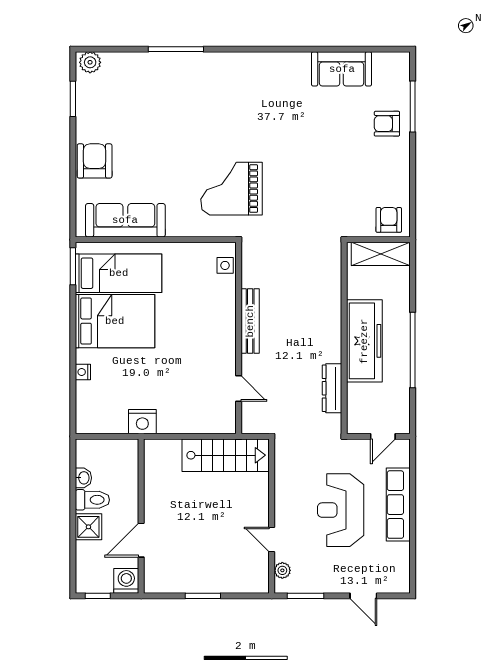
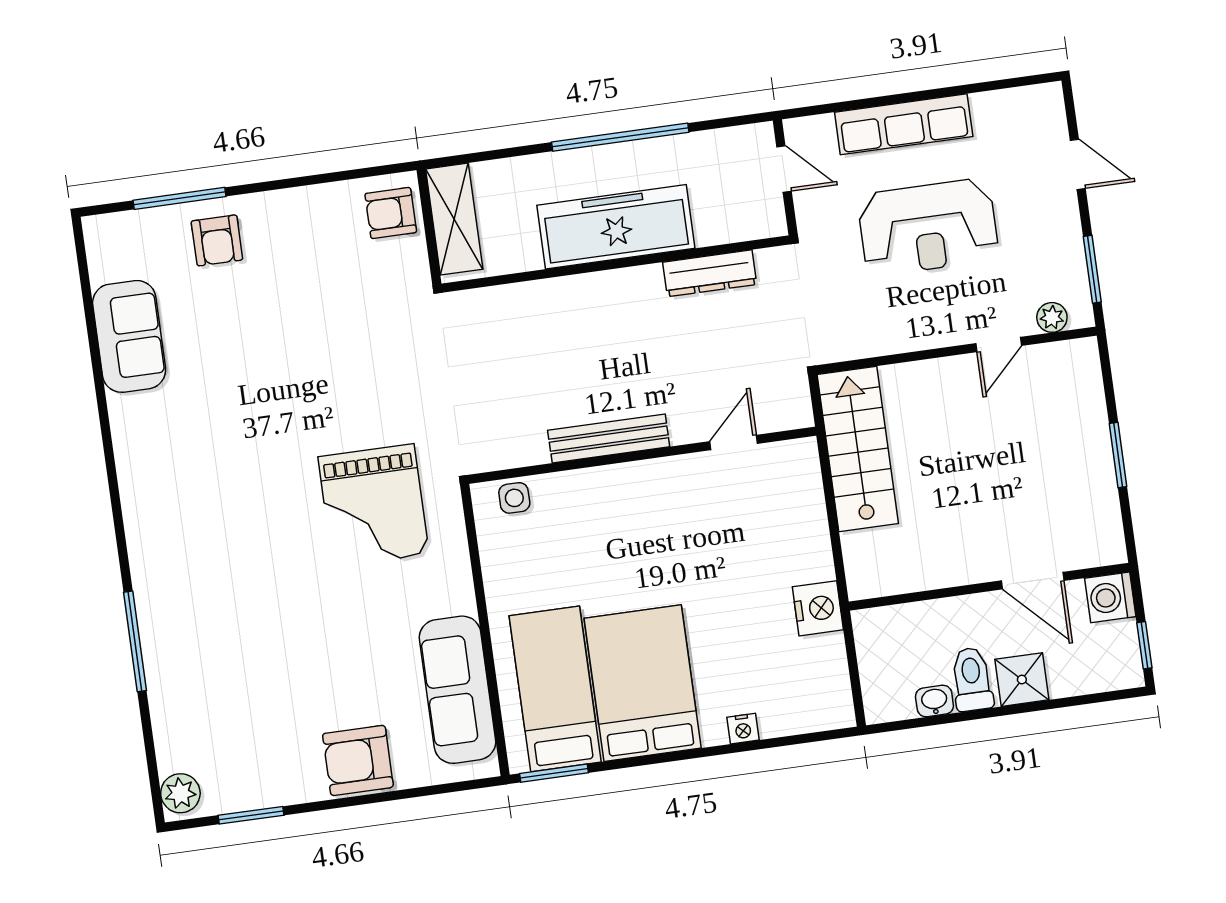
door: (363, 596) -> (1078, 164), hinge flipped

